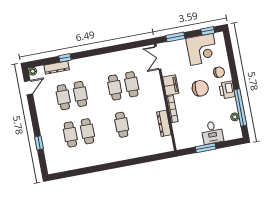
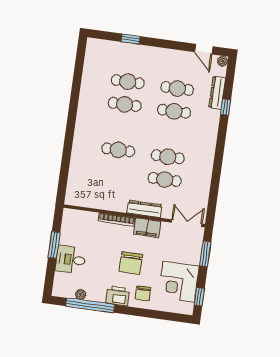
dresser: (164, 123) -> (144, 209), moved

